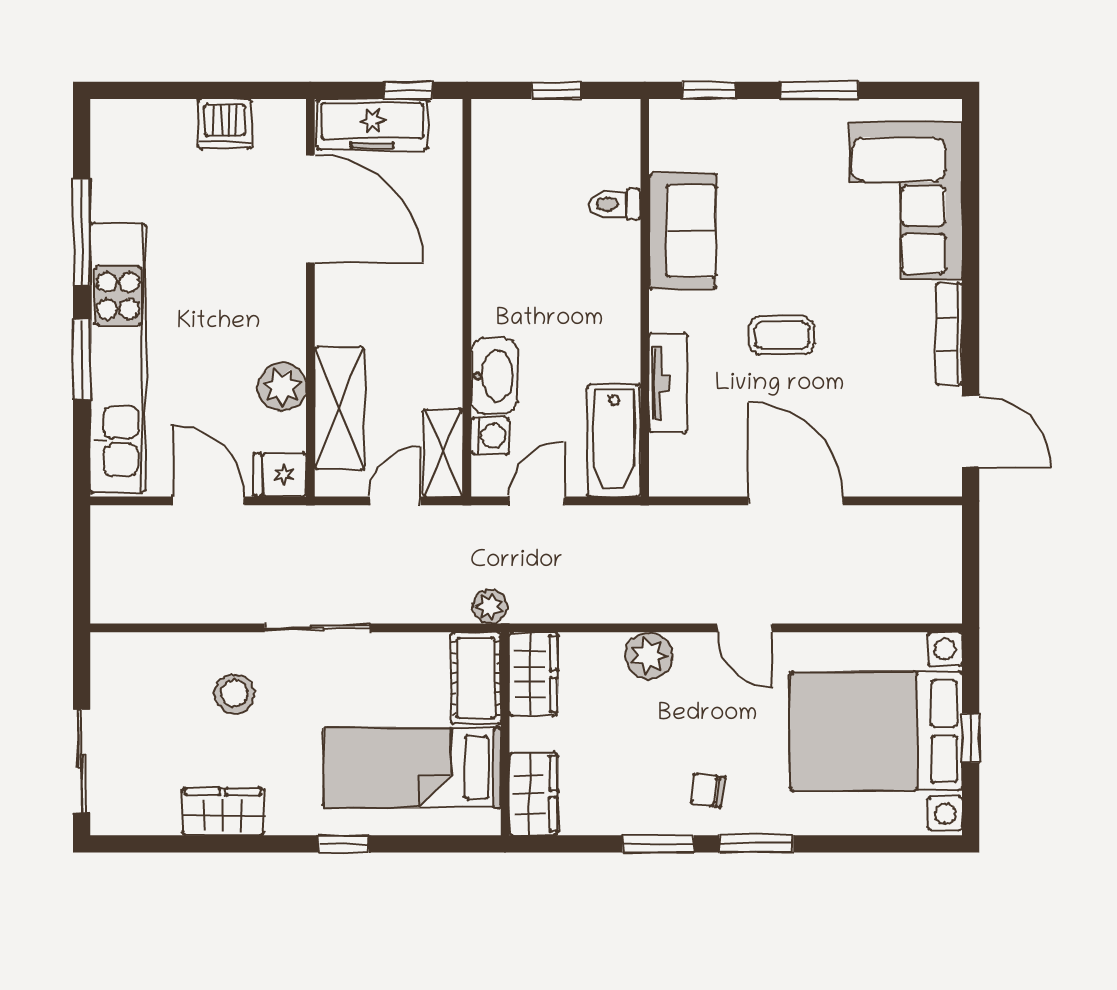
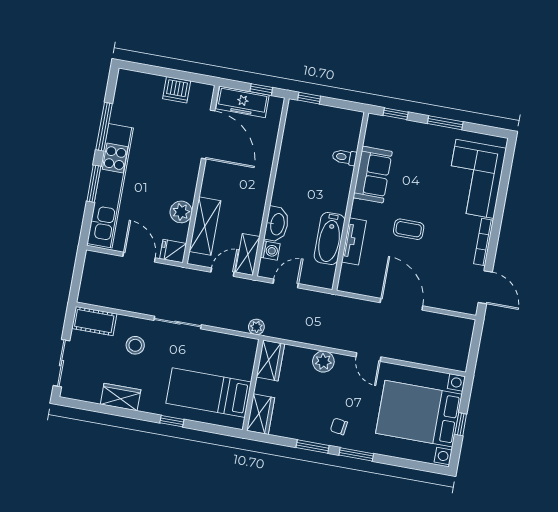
window: (556, 90) -> (309, 98), moved
bathtub: (614, 440) -> (330, 238), moved
cot: (476, 678) -> (94, 321), moved, turned 90

